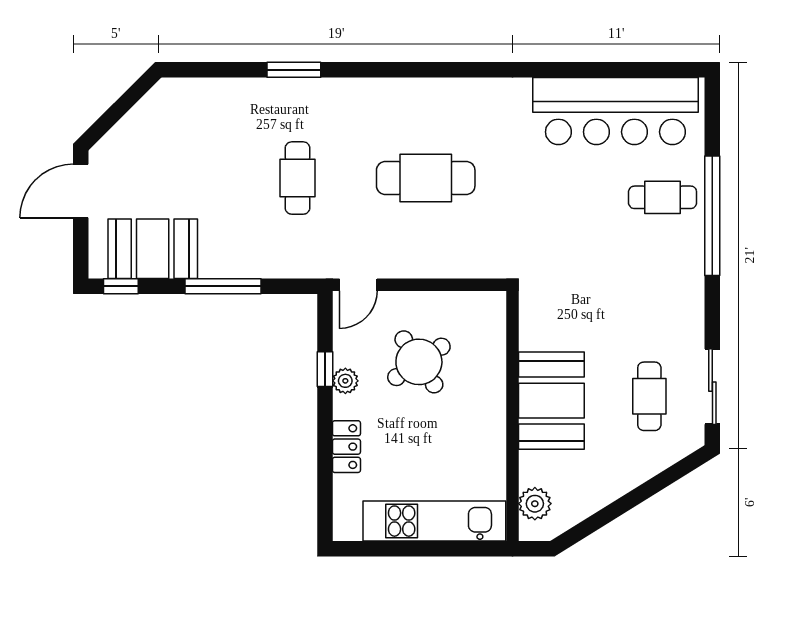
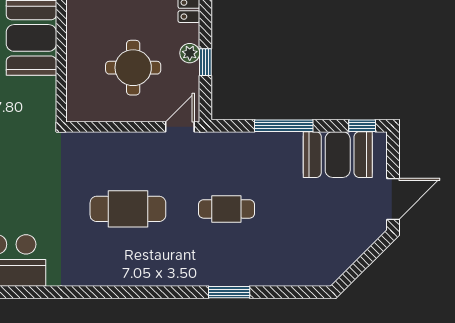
cafe table: (297, 178) -> (226, 209), turned 90
round table: (419, 362) -> (133, 68), turned 34

